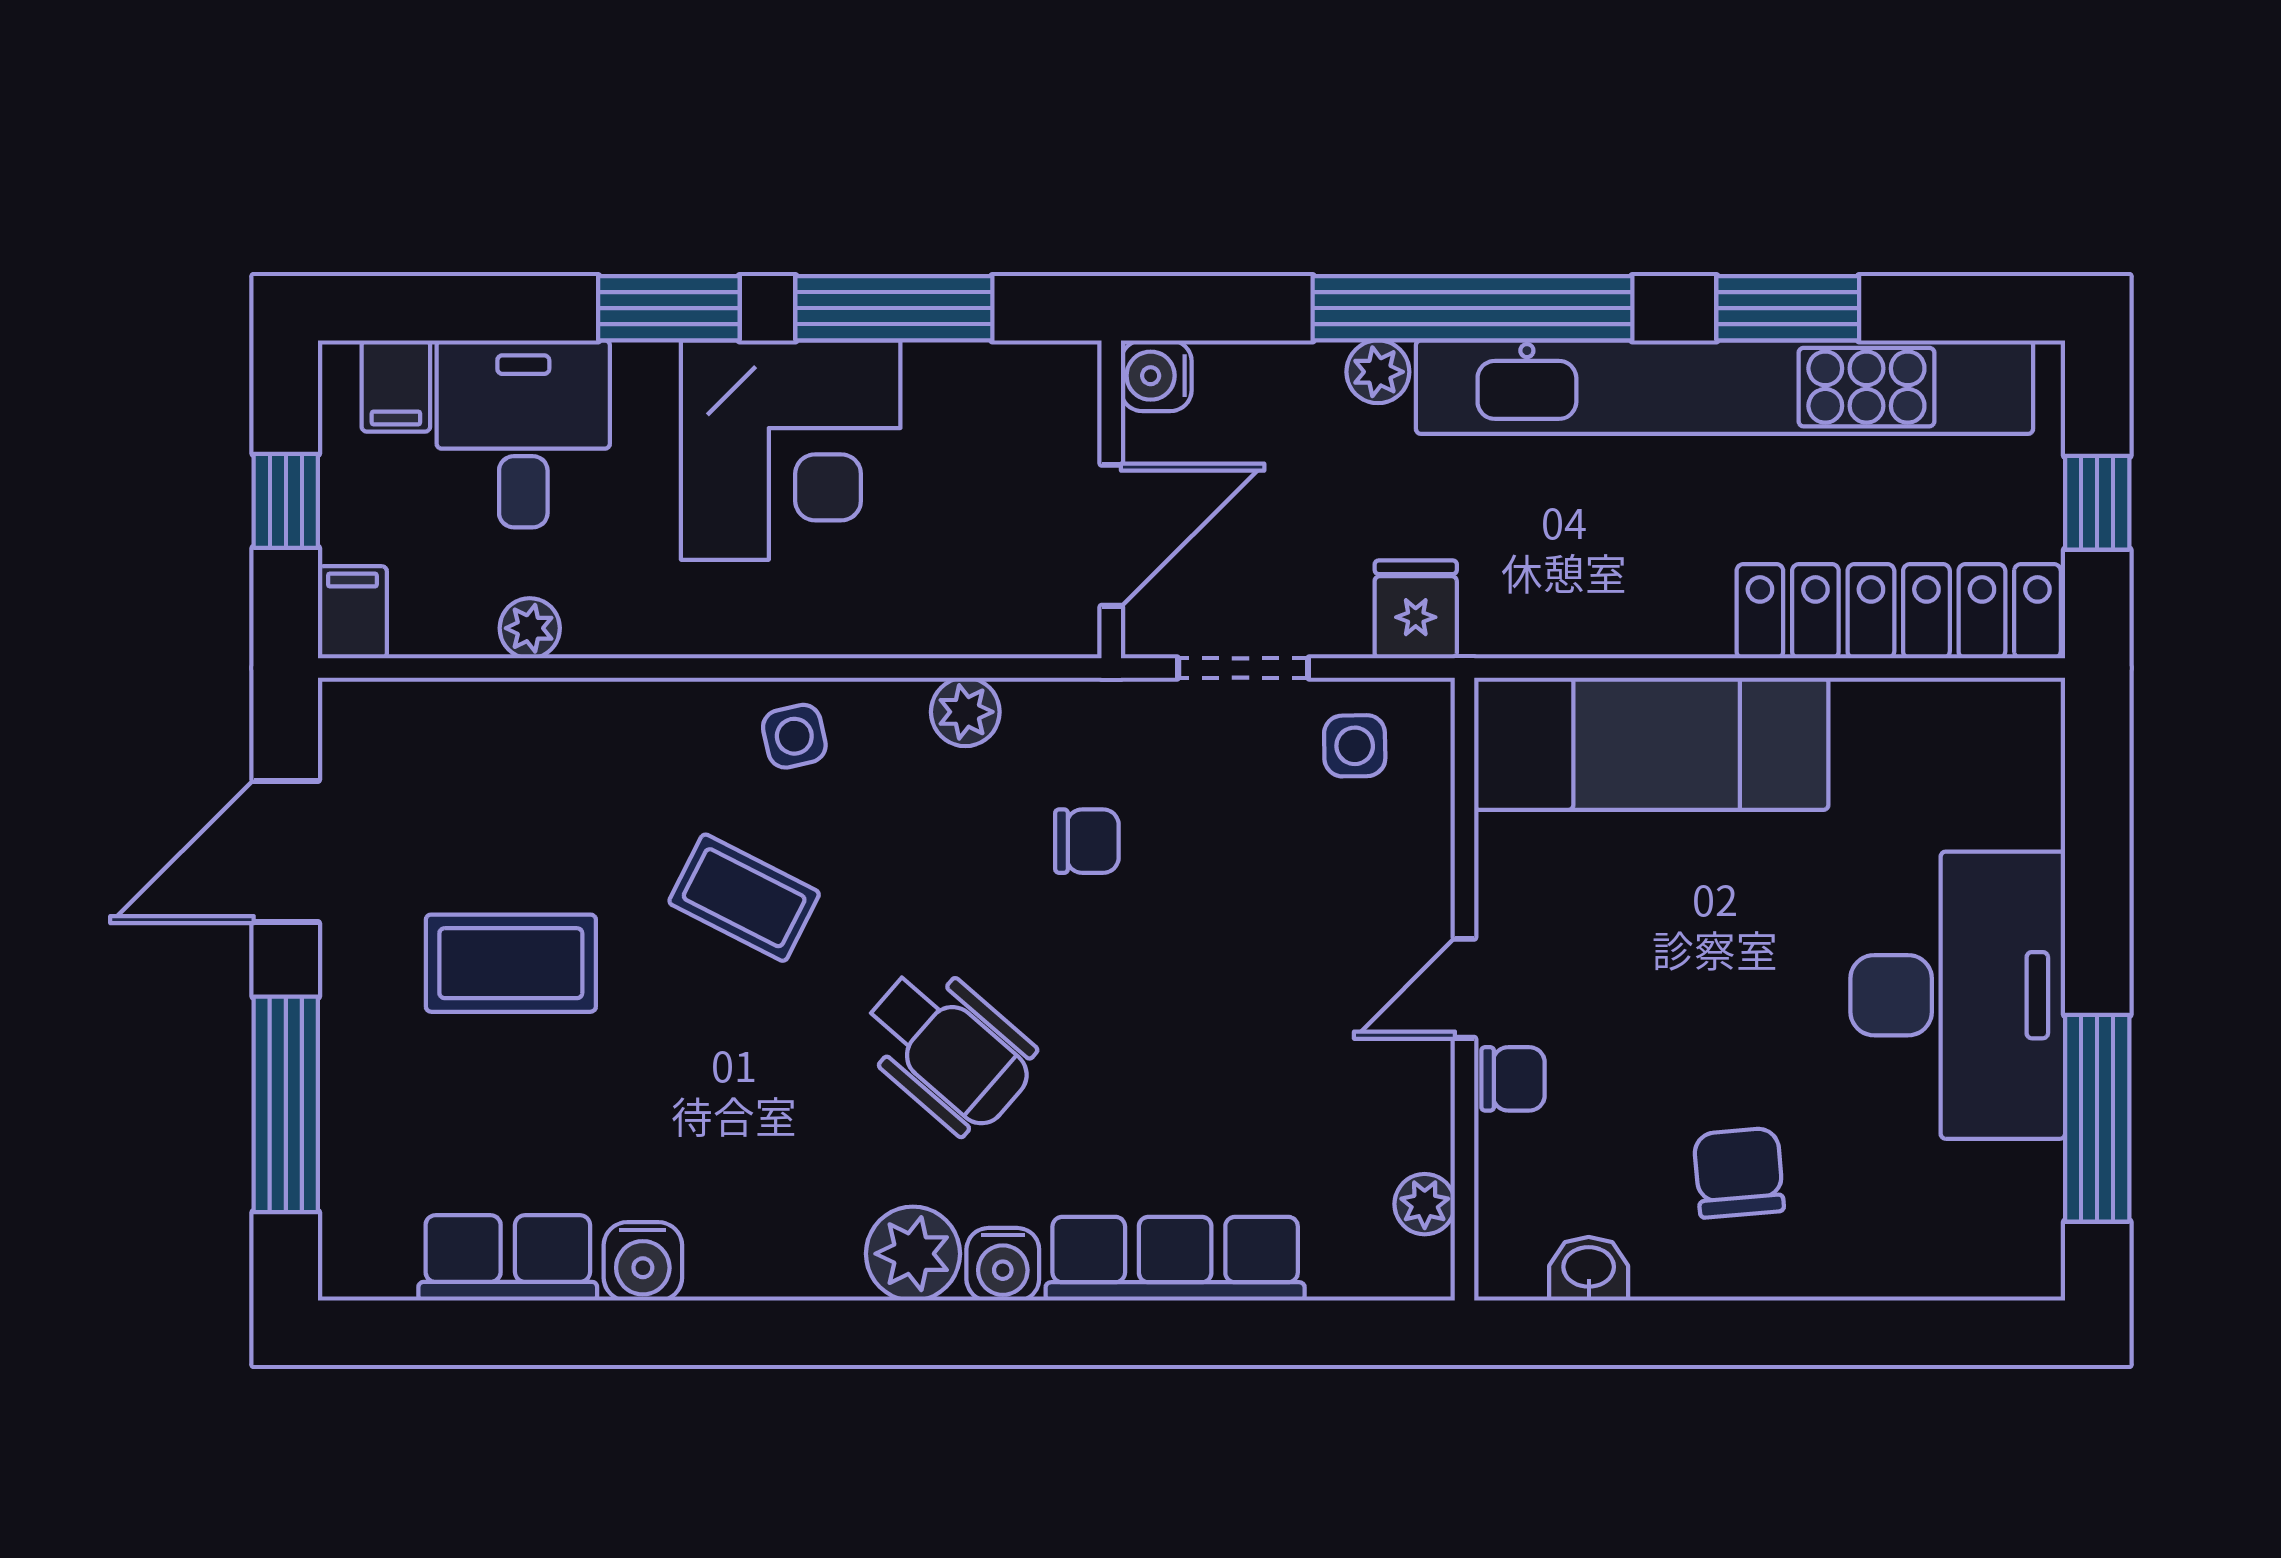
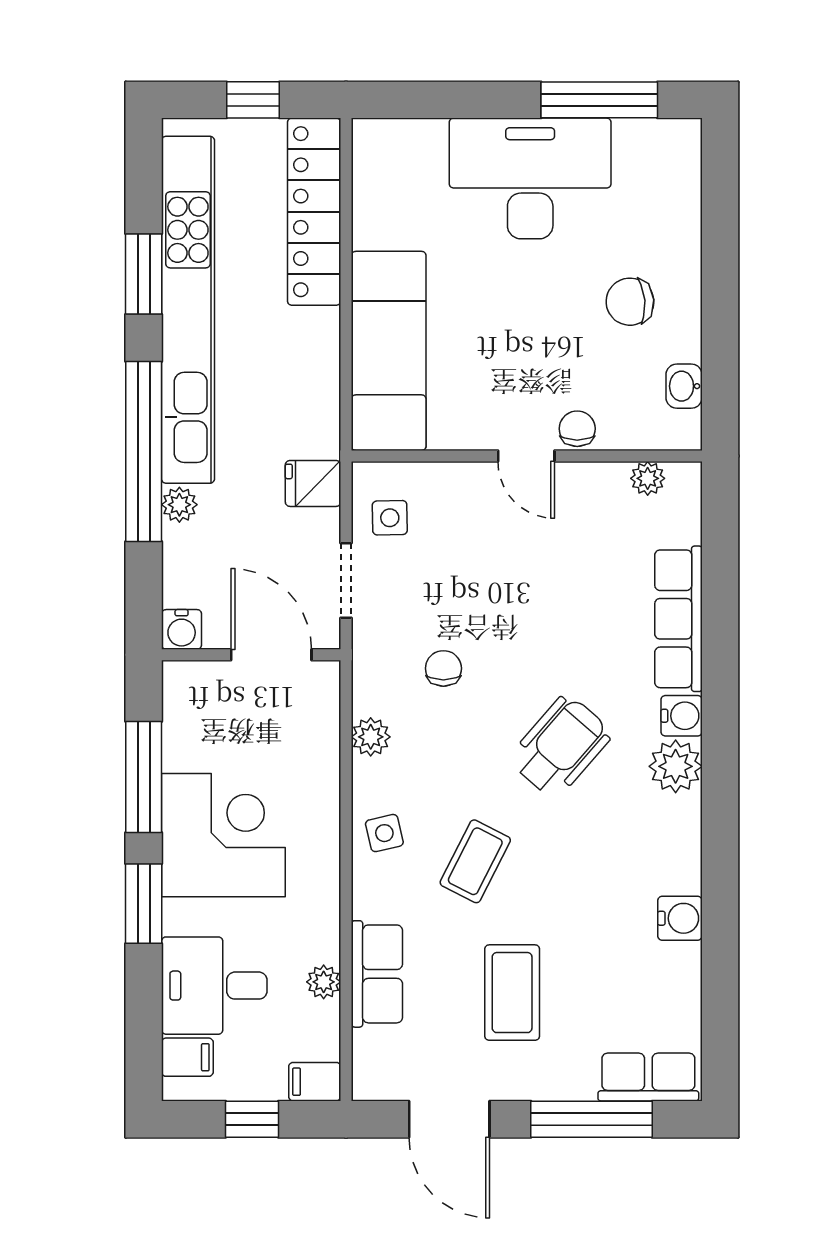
row of seats: (544, 723) -> (377, 974), added
row of seats: (508, 1258) -> (648, 1077), moved, turned 90

